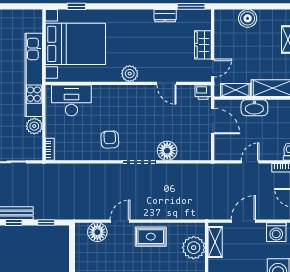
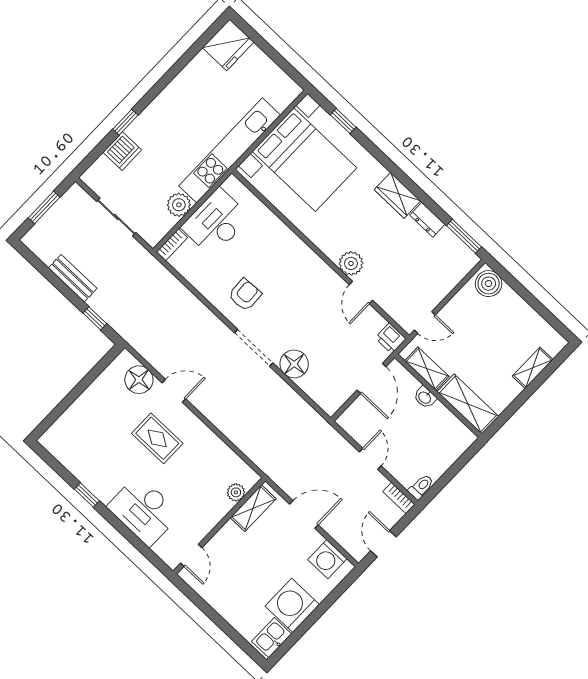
boiler: (248, 18) -> (489, 284), moved
wardrobe: (203, 45) -> (397, 195), moved, turned -90
plant: (130, 74) -> (351, 263), moved
desk: (71, 100) -> (216, 222), moved, turned -90
washbasin: (254, 108) -> (425, 397), width x0.52, depth x0.69
door: (250, 162) -> (370, 459), hinge flipped
window: (14, 223) -> (61, 286), removed
rug: (151, 237) -> (157, 438), moved
plant: (194, 248) -> (236, 492), width x0.53, depth x0.53

